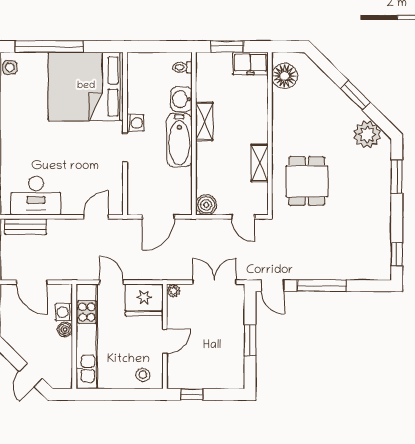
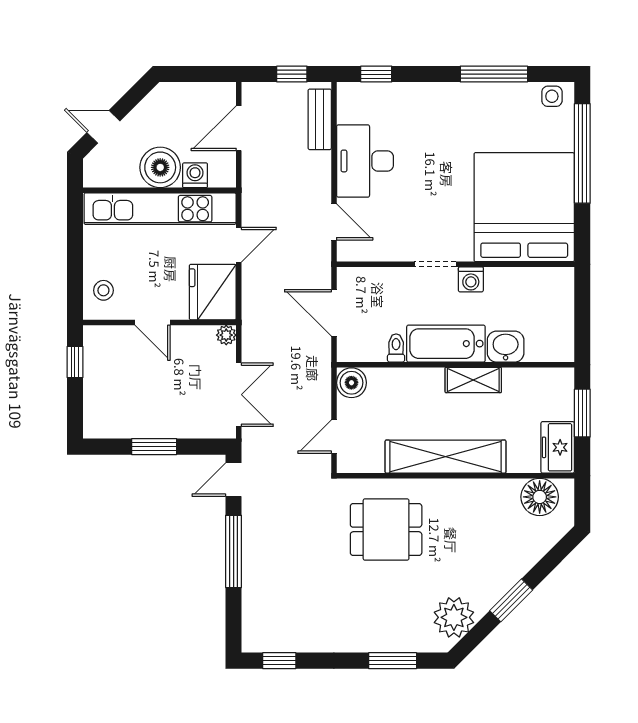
toilet: (182, 67) -> (396, 348), moved
shelving: (260, 163) -> (446, 457), width x2.20, depth x1.33
desk: (36, 196) -> (365, 161), moved
boiler: (65, 330) -> (160, 167), width x1.86, depth x1.86

